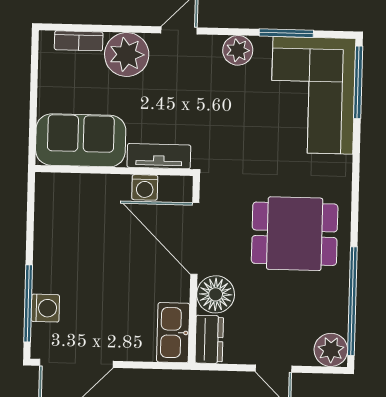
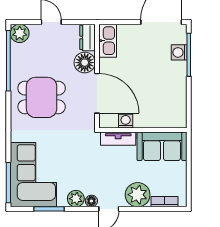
floor lamp: (210, 45) -> (91, 201), added

